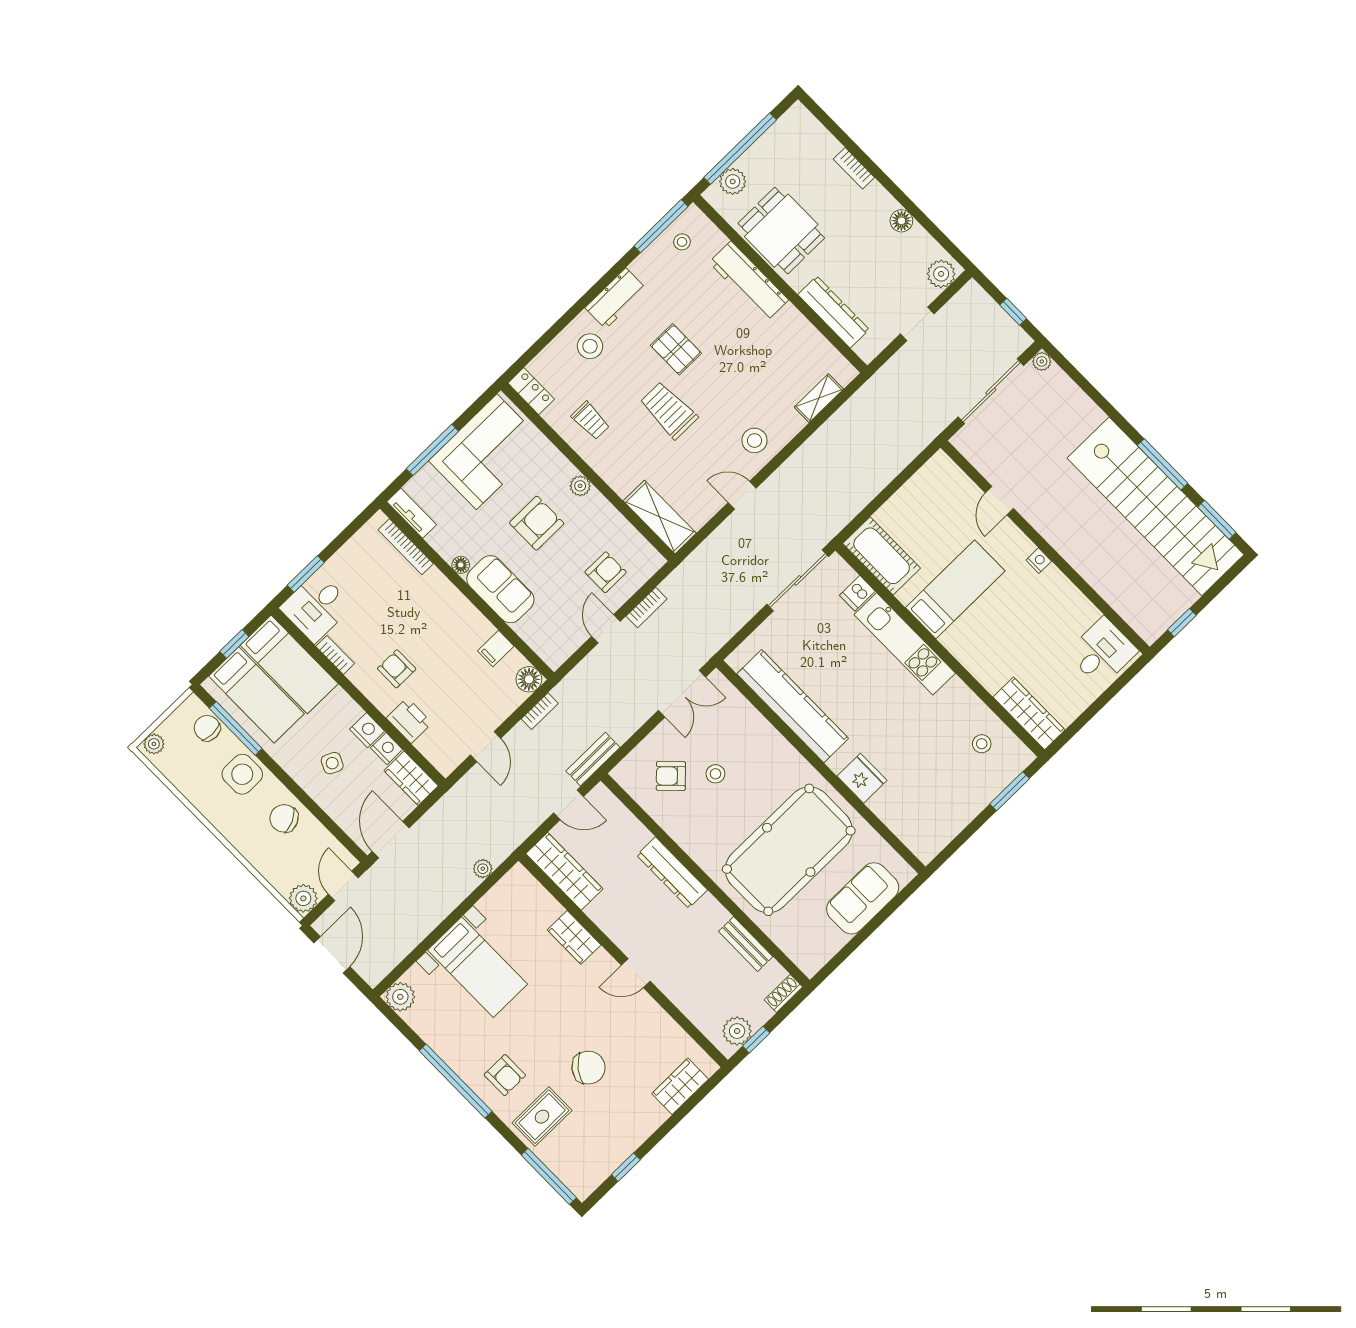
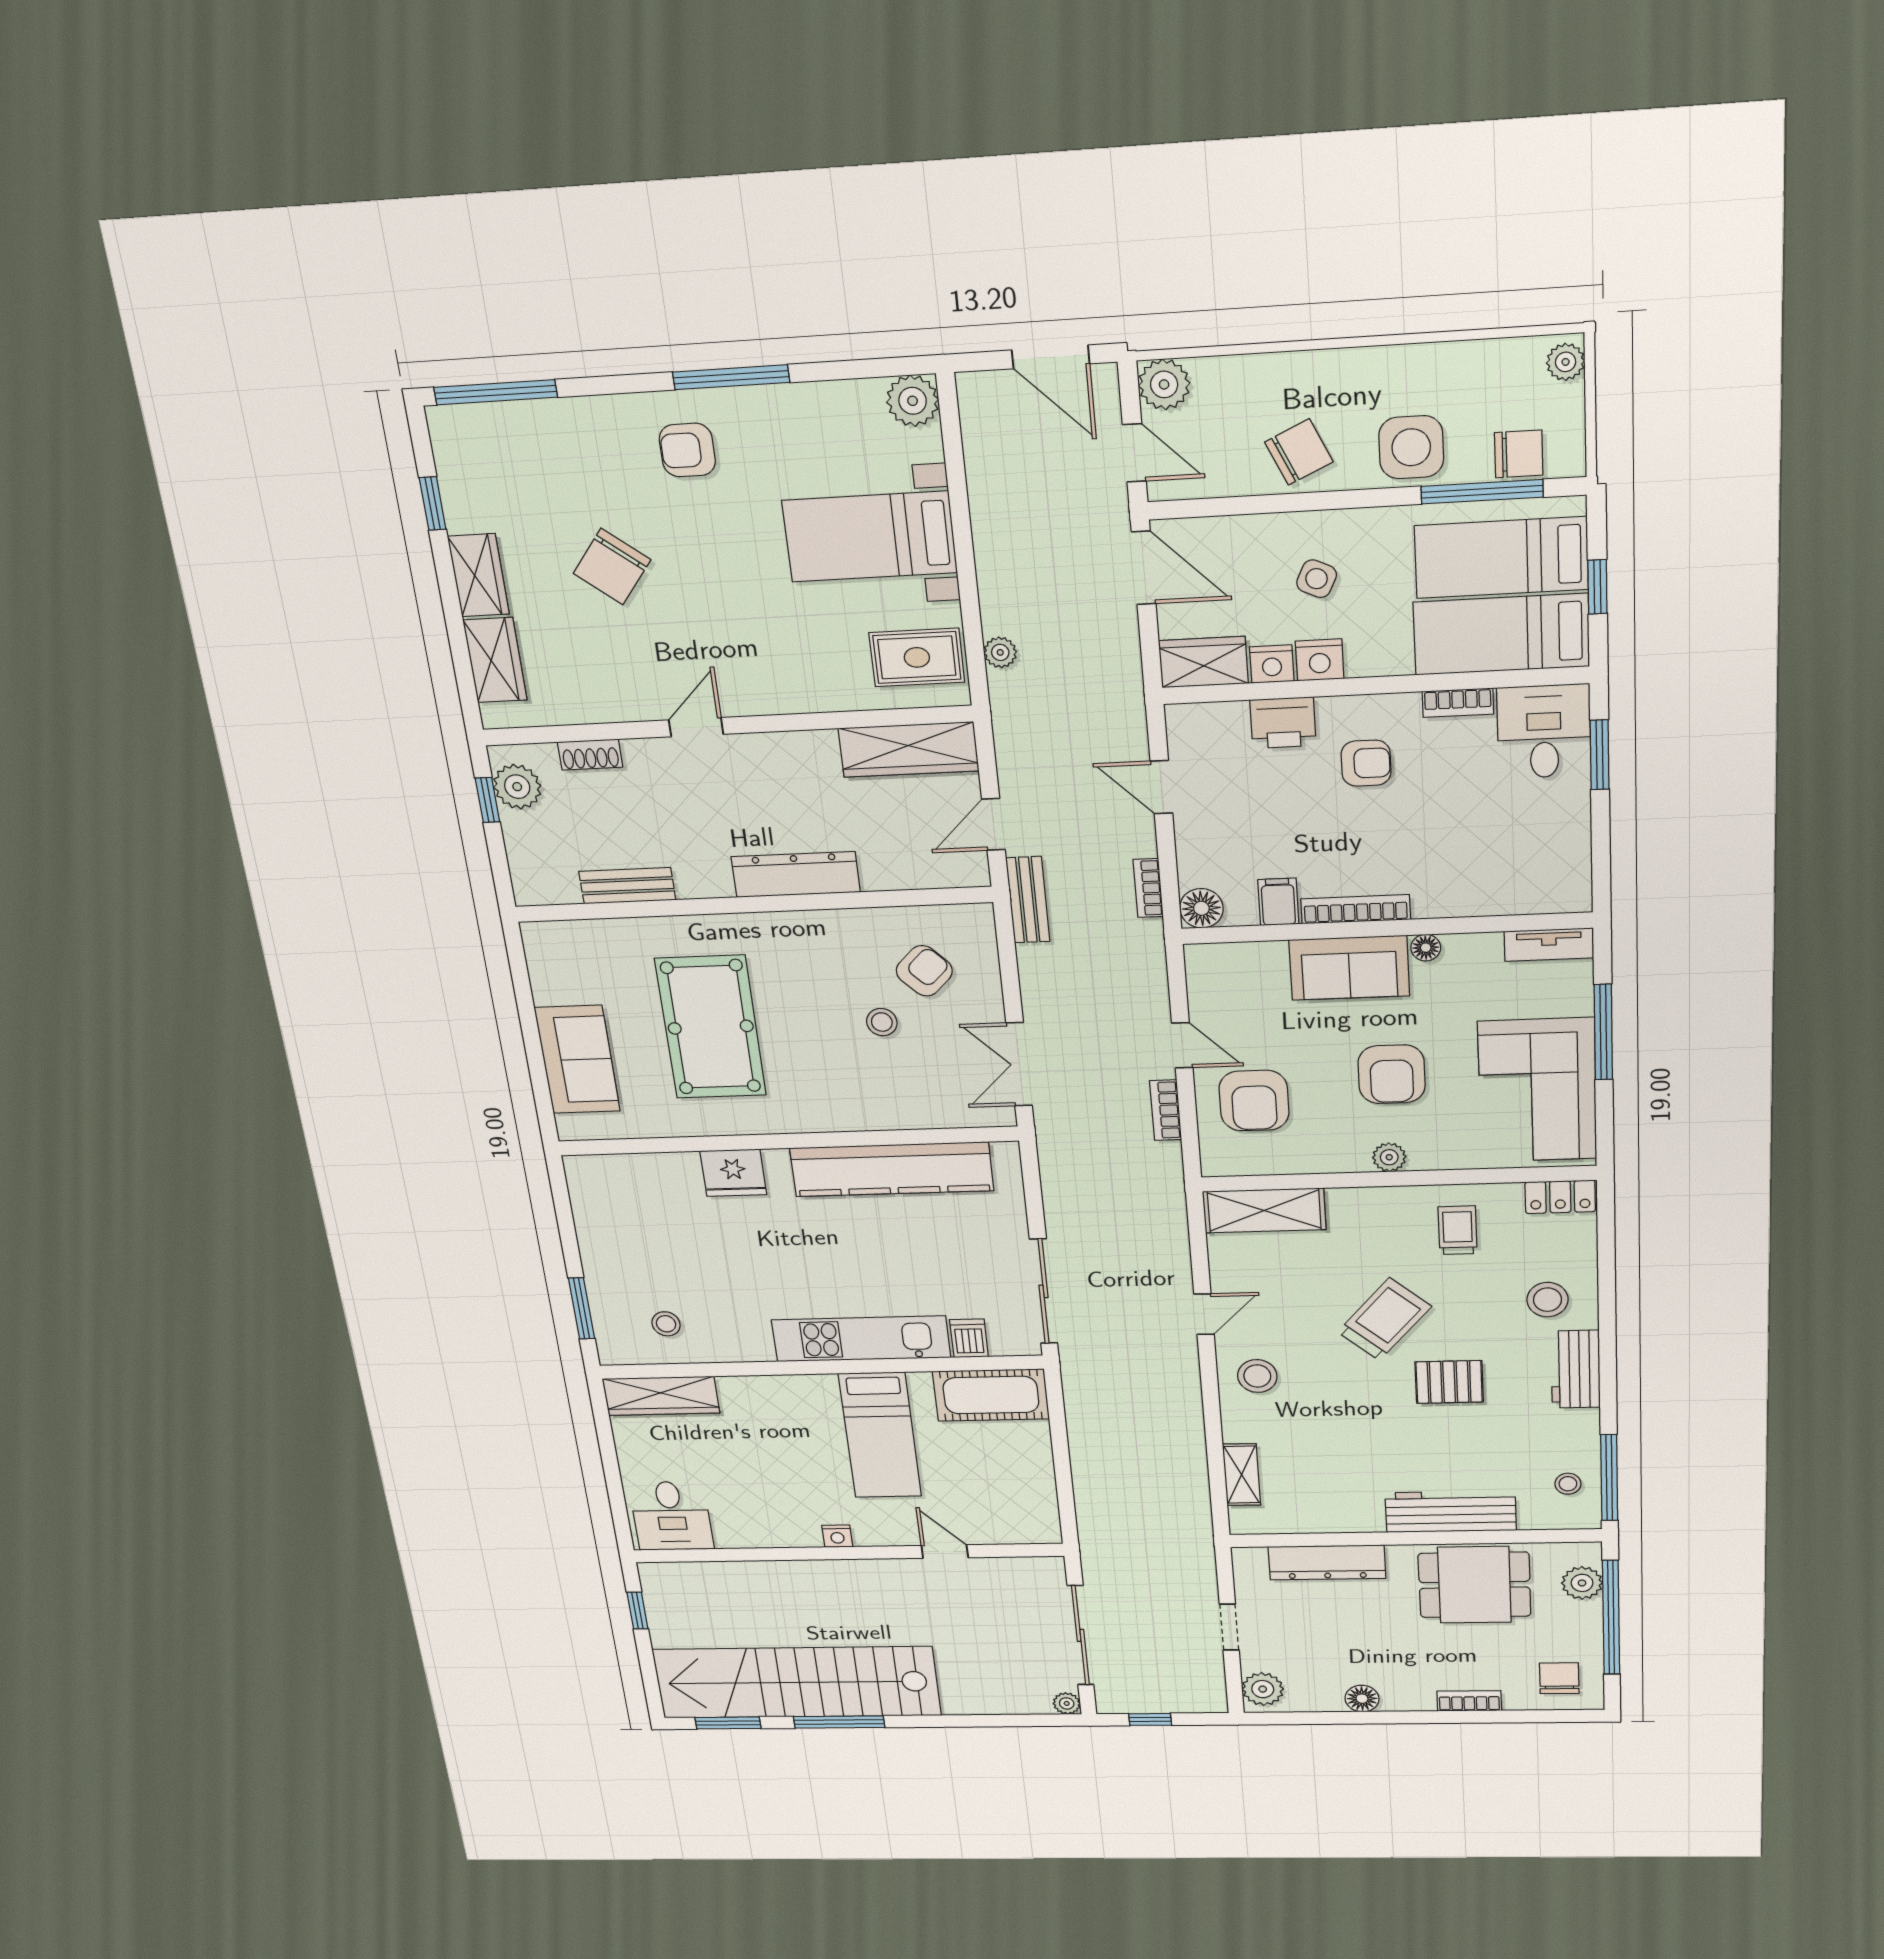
chair: (799, 139) -> (1559, 1678), added
trolley: (669, 410) -> (1384, 1319), turned -49
trolley: (590, 421) -> (1458, 1230), turned 90
bookcase: (406, 547) -> (1356, 909), moved
armchair: (606, 572) -> (1254, 1101), width x1.38, depth x1.38
pool table: (789, 850) -> (711, 1027), width x0.73, depth x0.76
wardrobe: (574, 937) -> (478, 575), moved, turned 90
shoe rack: (783, 993) -> (590, 755), moved, turned 90
window: (456, 1081) -> (731, 377), width x0.68
rug: (542, 1117) -> (917, 657), moved, turned 90

